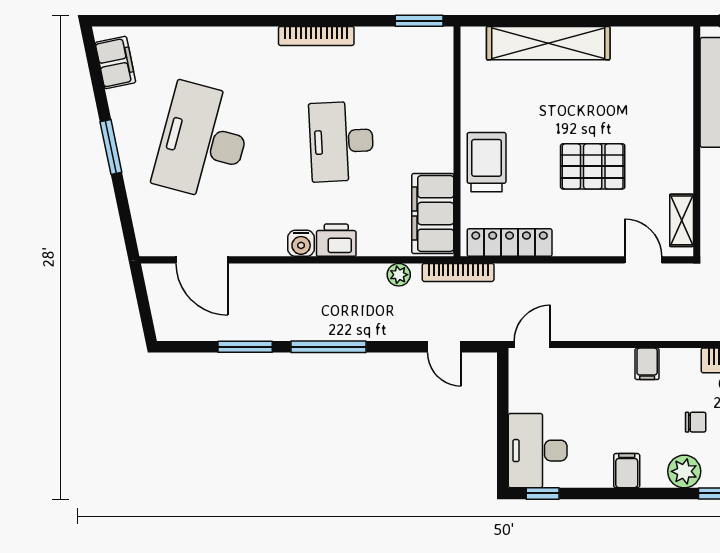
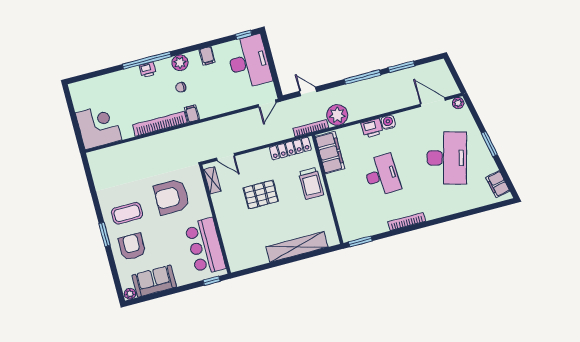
plant: (152, 245) -> (458, 103), added
plant: (399, 275) -> (337, 115), width x1.87, depth x1.87
filing cabinet: (647, 364) -> (192, 114), moved
desk: (538, 451) -> (249, 62), width x1.36, depth x1.30

